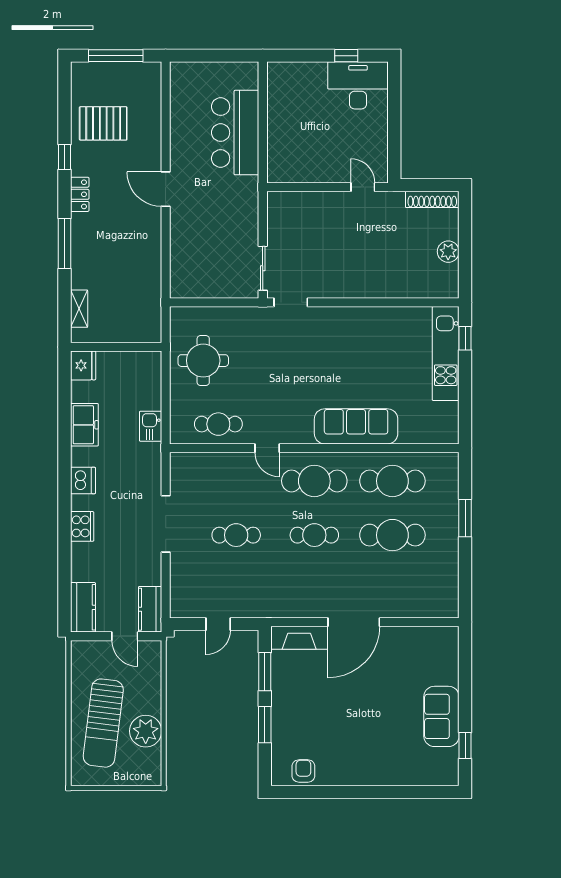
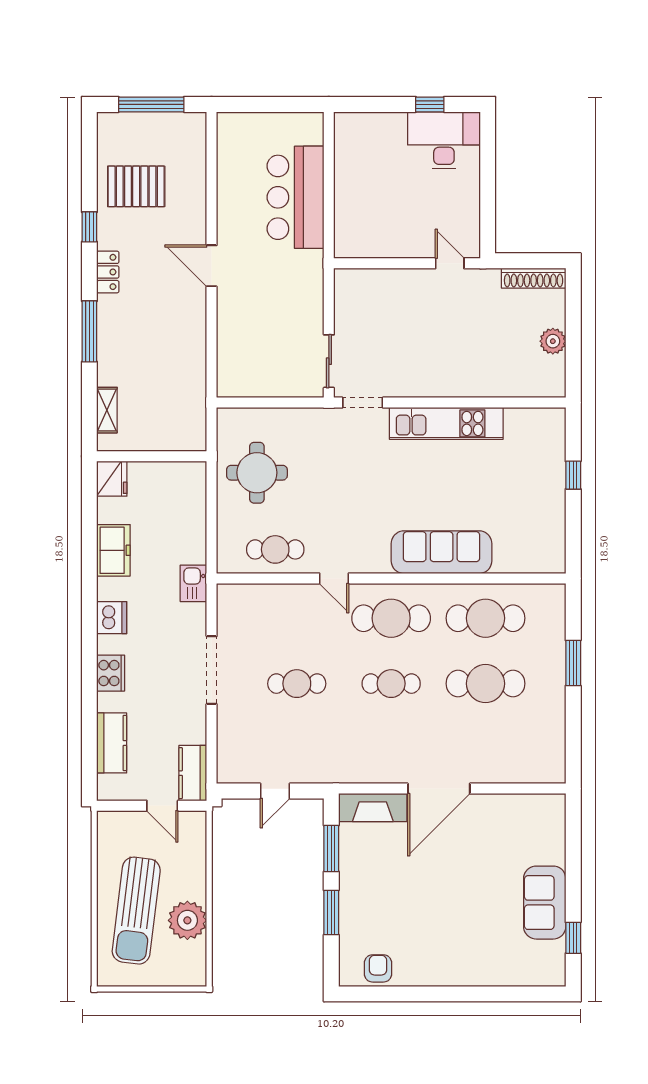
window: (465, 338) -> (573, 475), moved
kitchen unit: (446, 354) -> (446, 423), moved, turned -90
kitchen sink: (151, 426) -> (193, 583), moved
kitchen counter: (83, 607) -> (112, 743), moved

